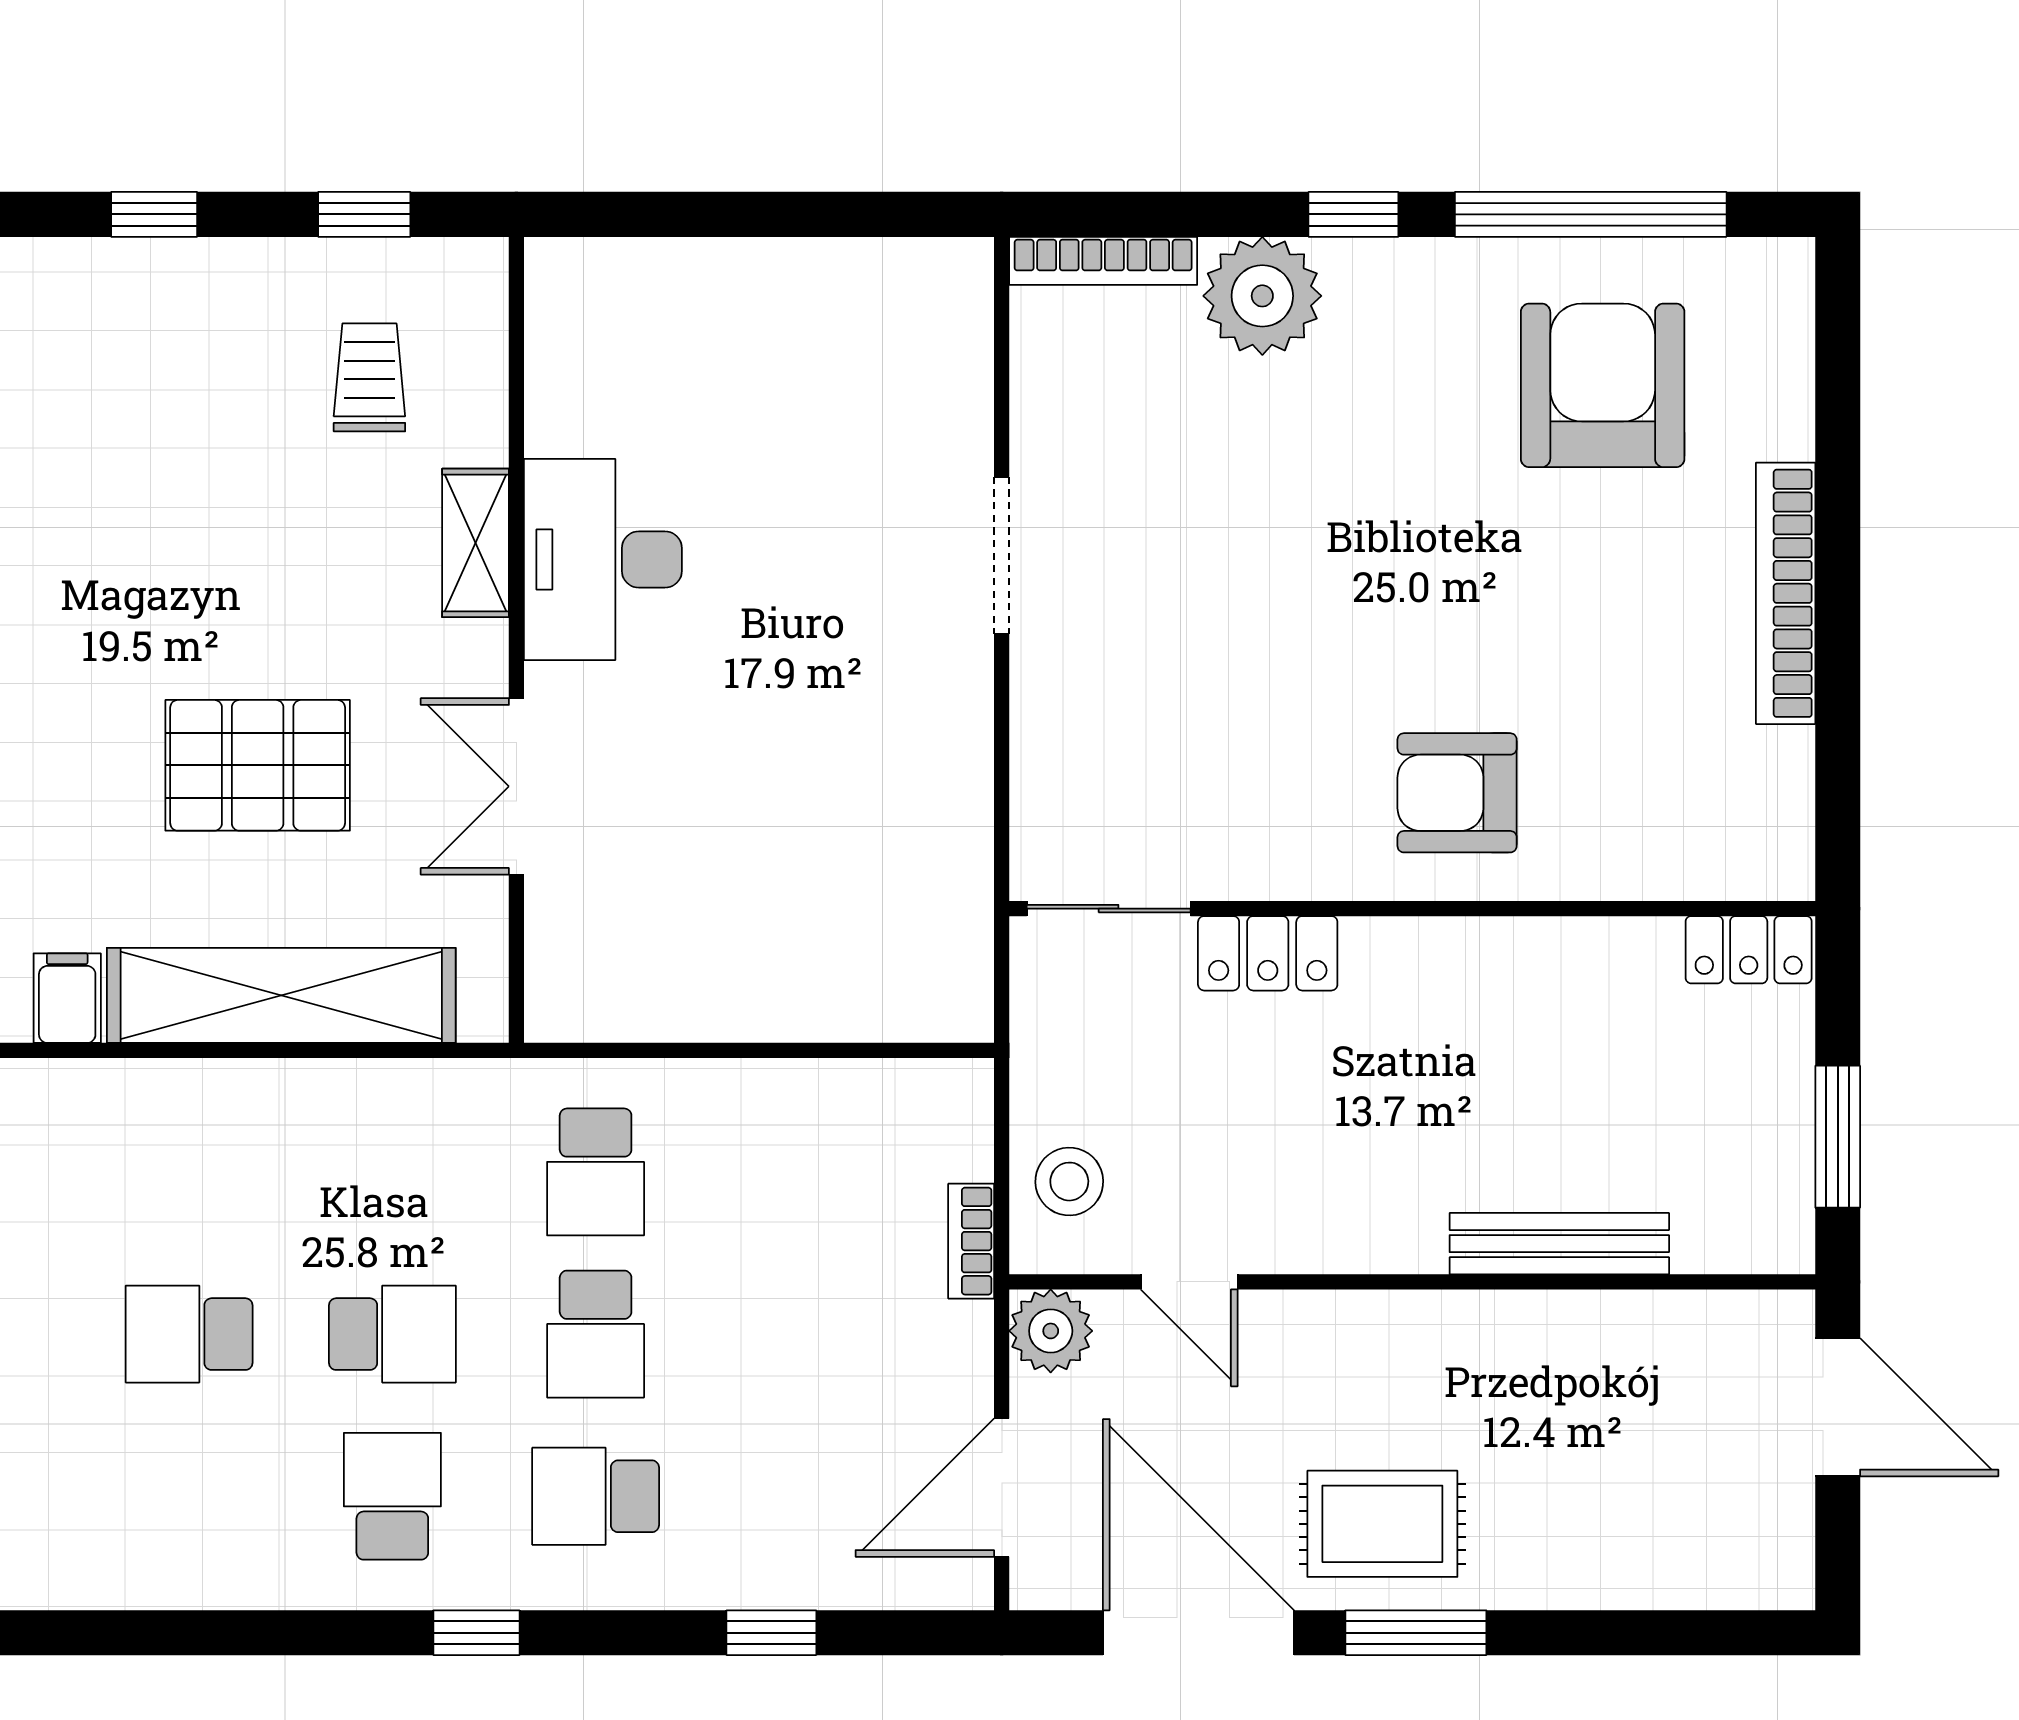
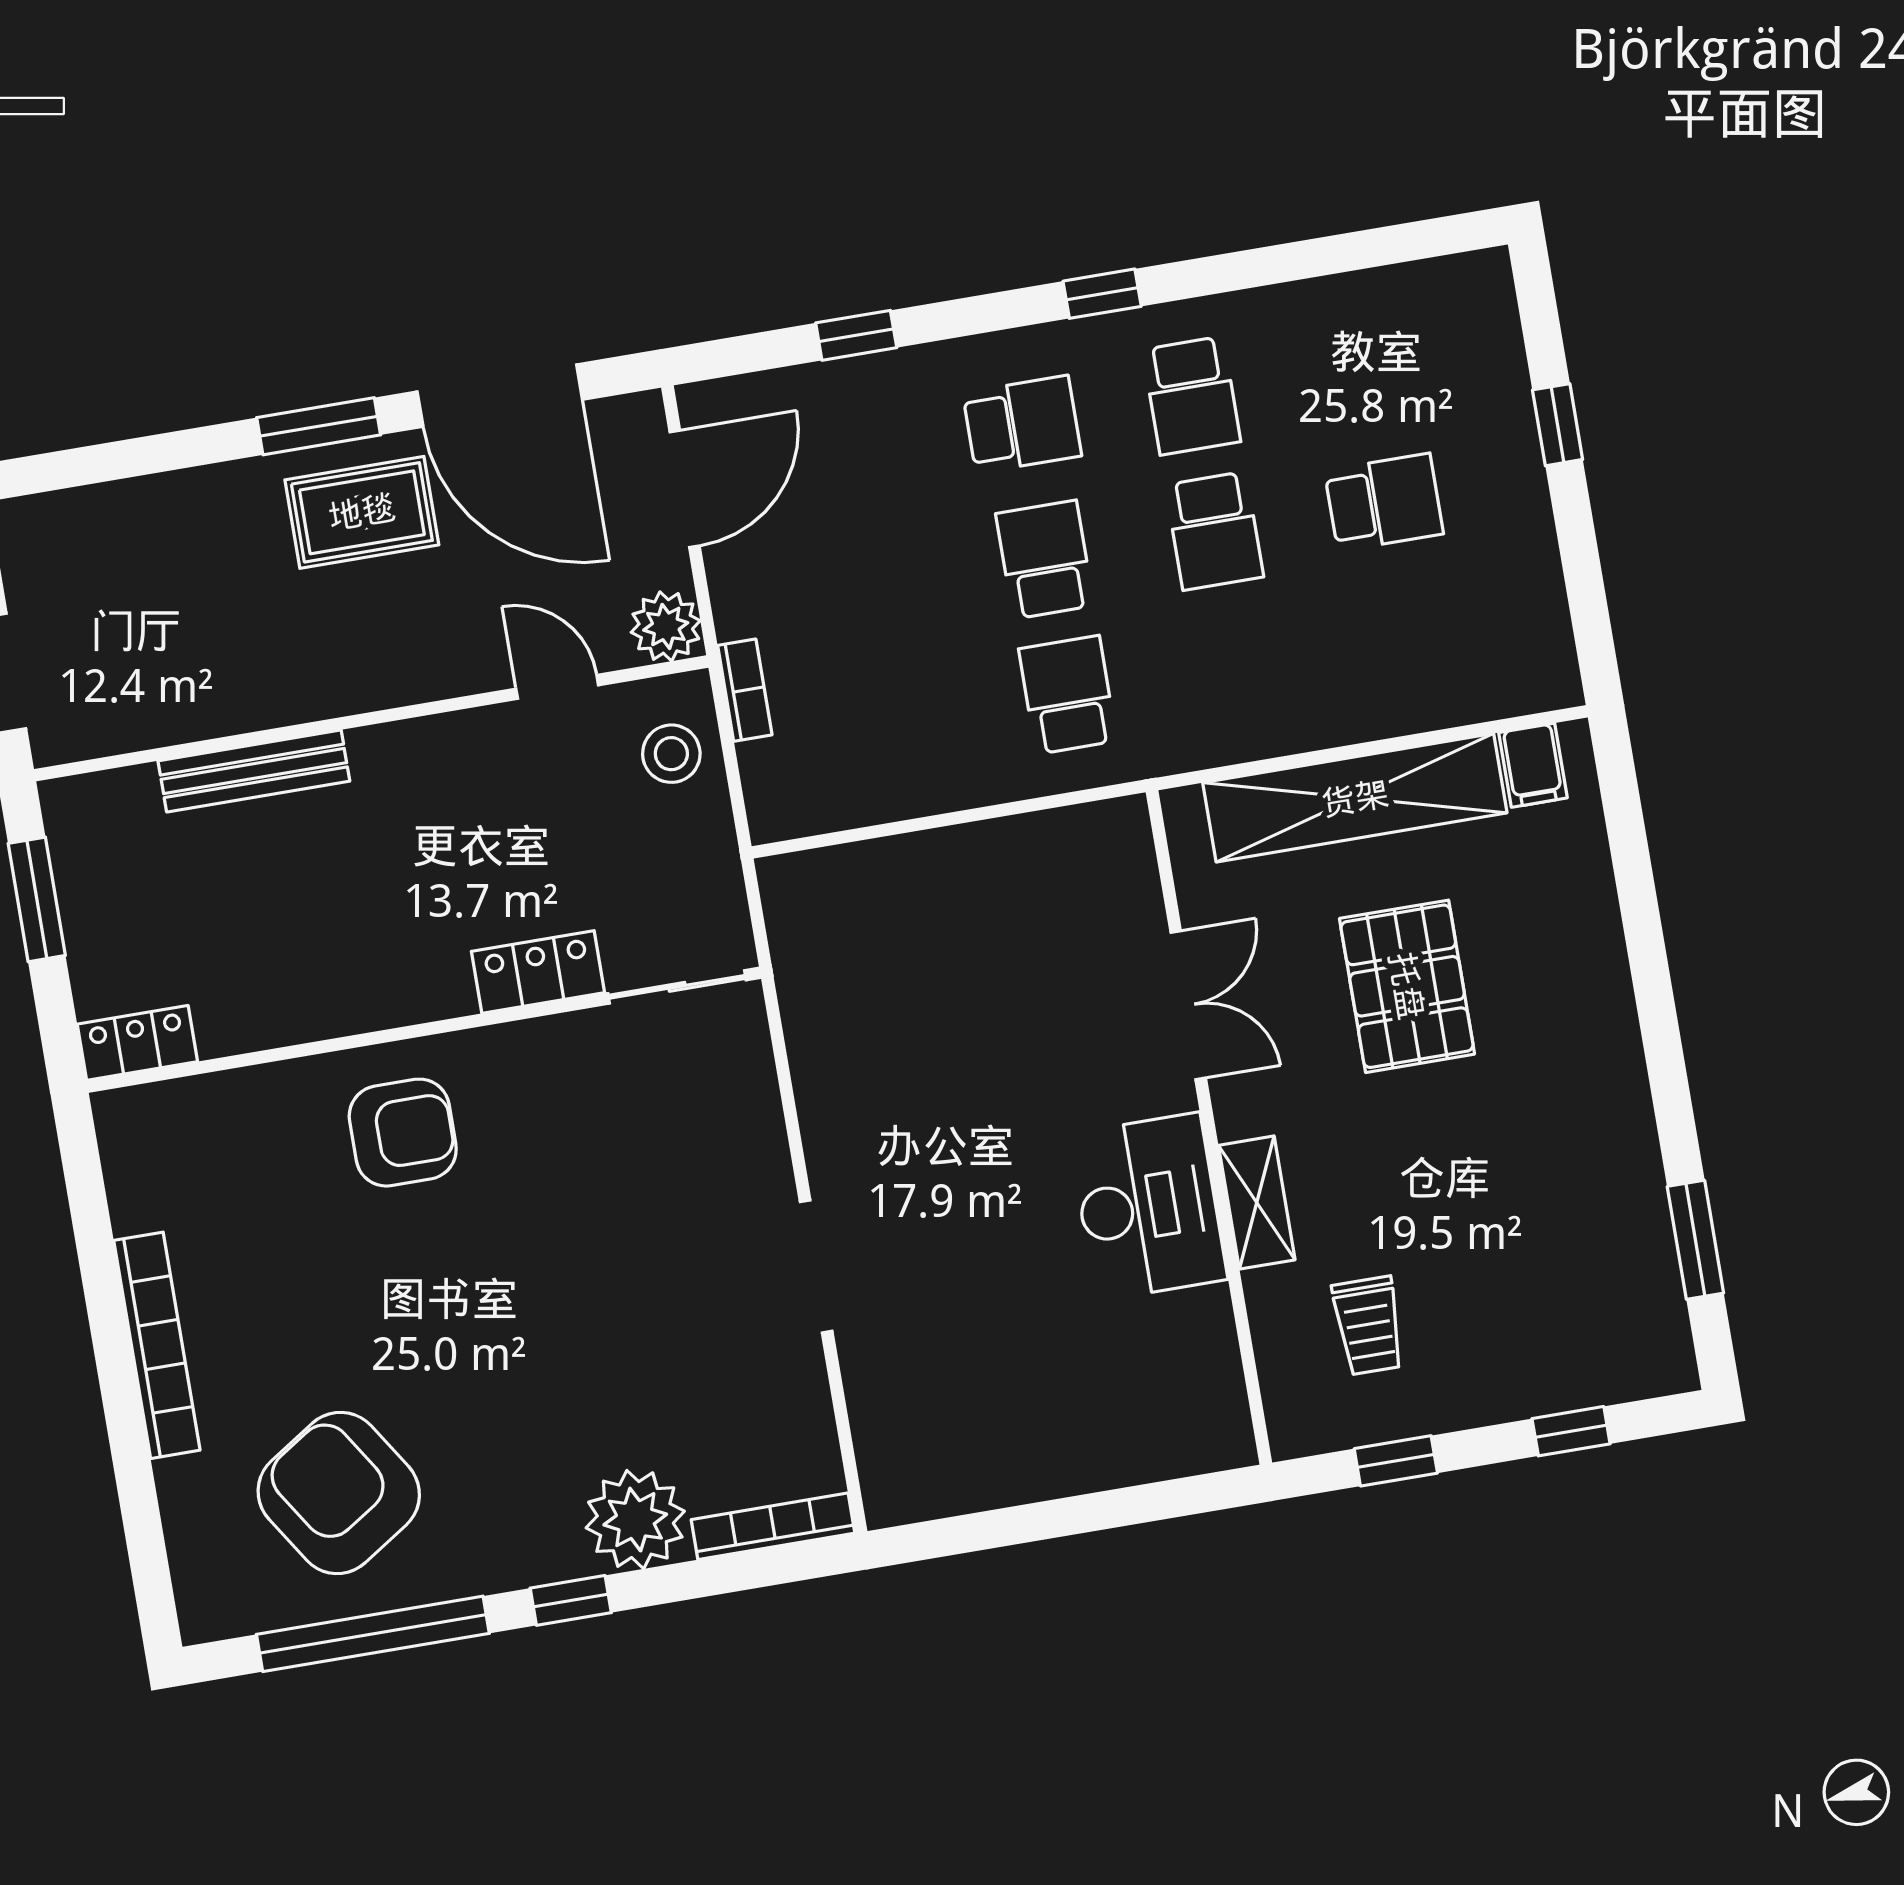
armchair: (1603, 385) -> (339, 1493), turned 147
pallet: (258, 765) -> (1407, 986), turned 90
school desk: (392, 1334) -> (1214, 531), turned -90

